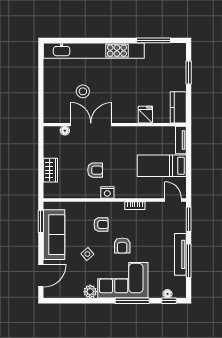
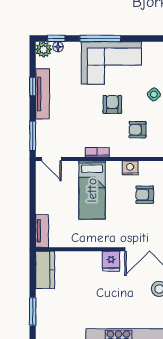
fridge: (145, 115) -> (111, 261), moved
bed: (162, 166) -> (92, 190), moved, turned 90
window: (189, 261) -> (33, 86), width x0.46
plant: (90, 292) -> (44, 49), moved

